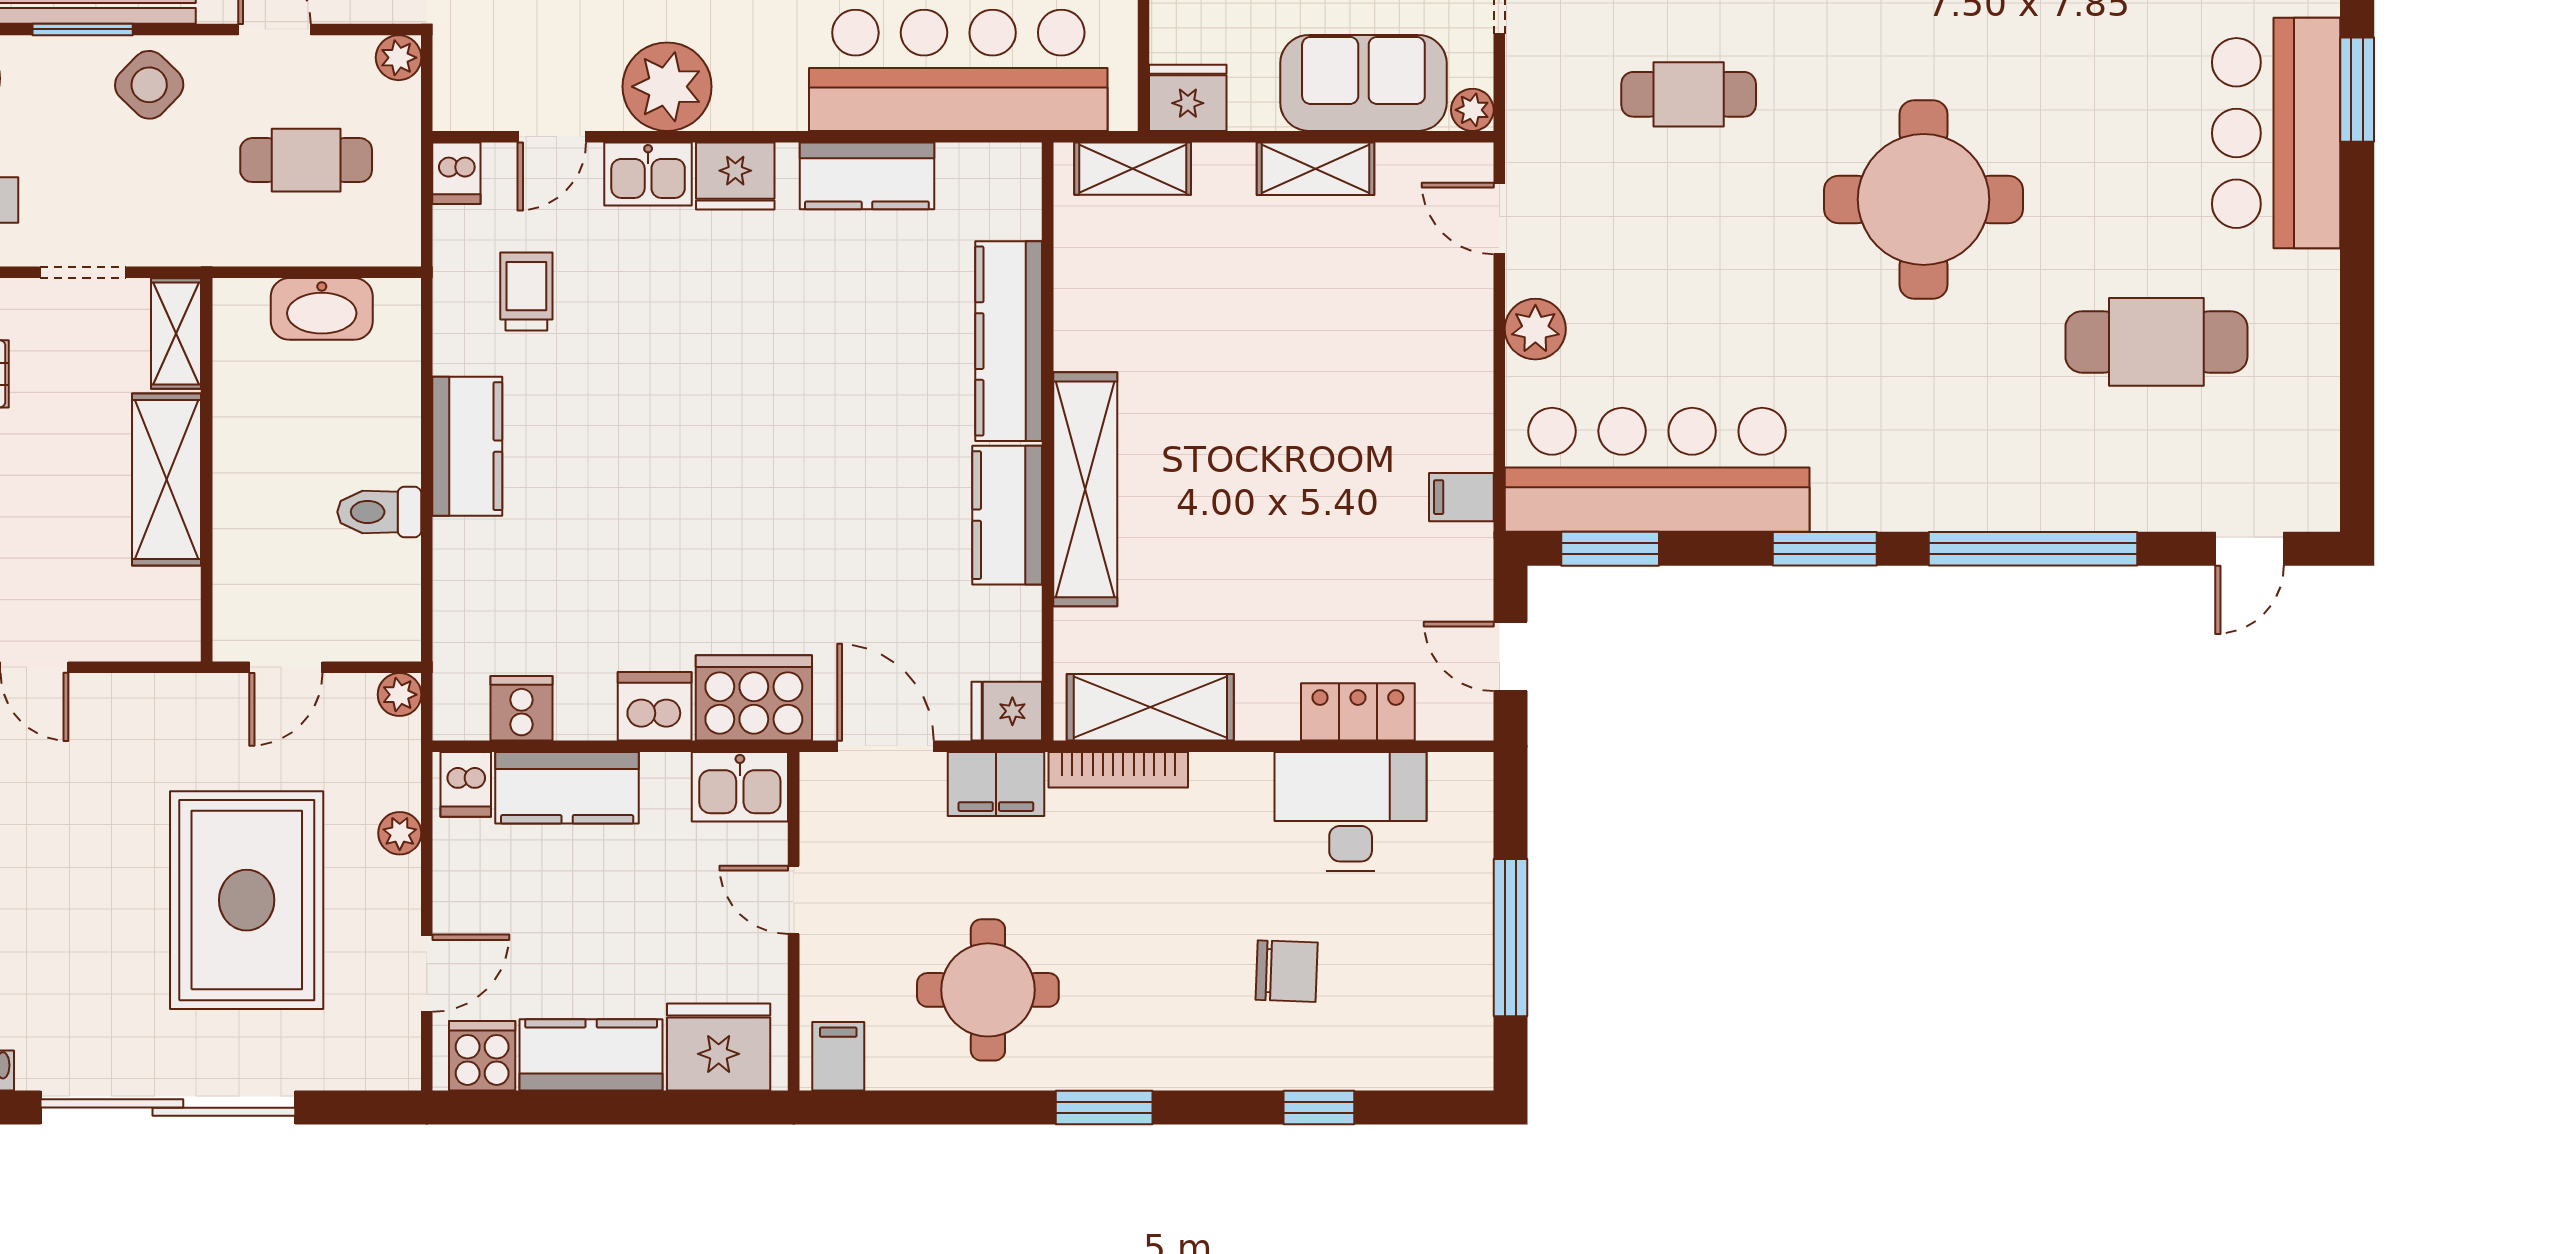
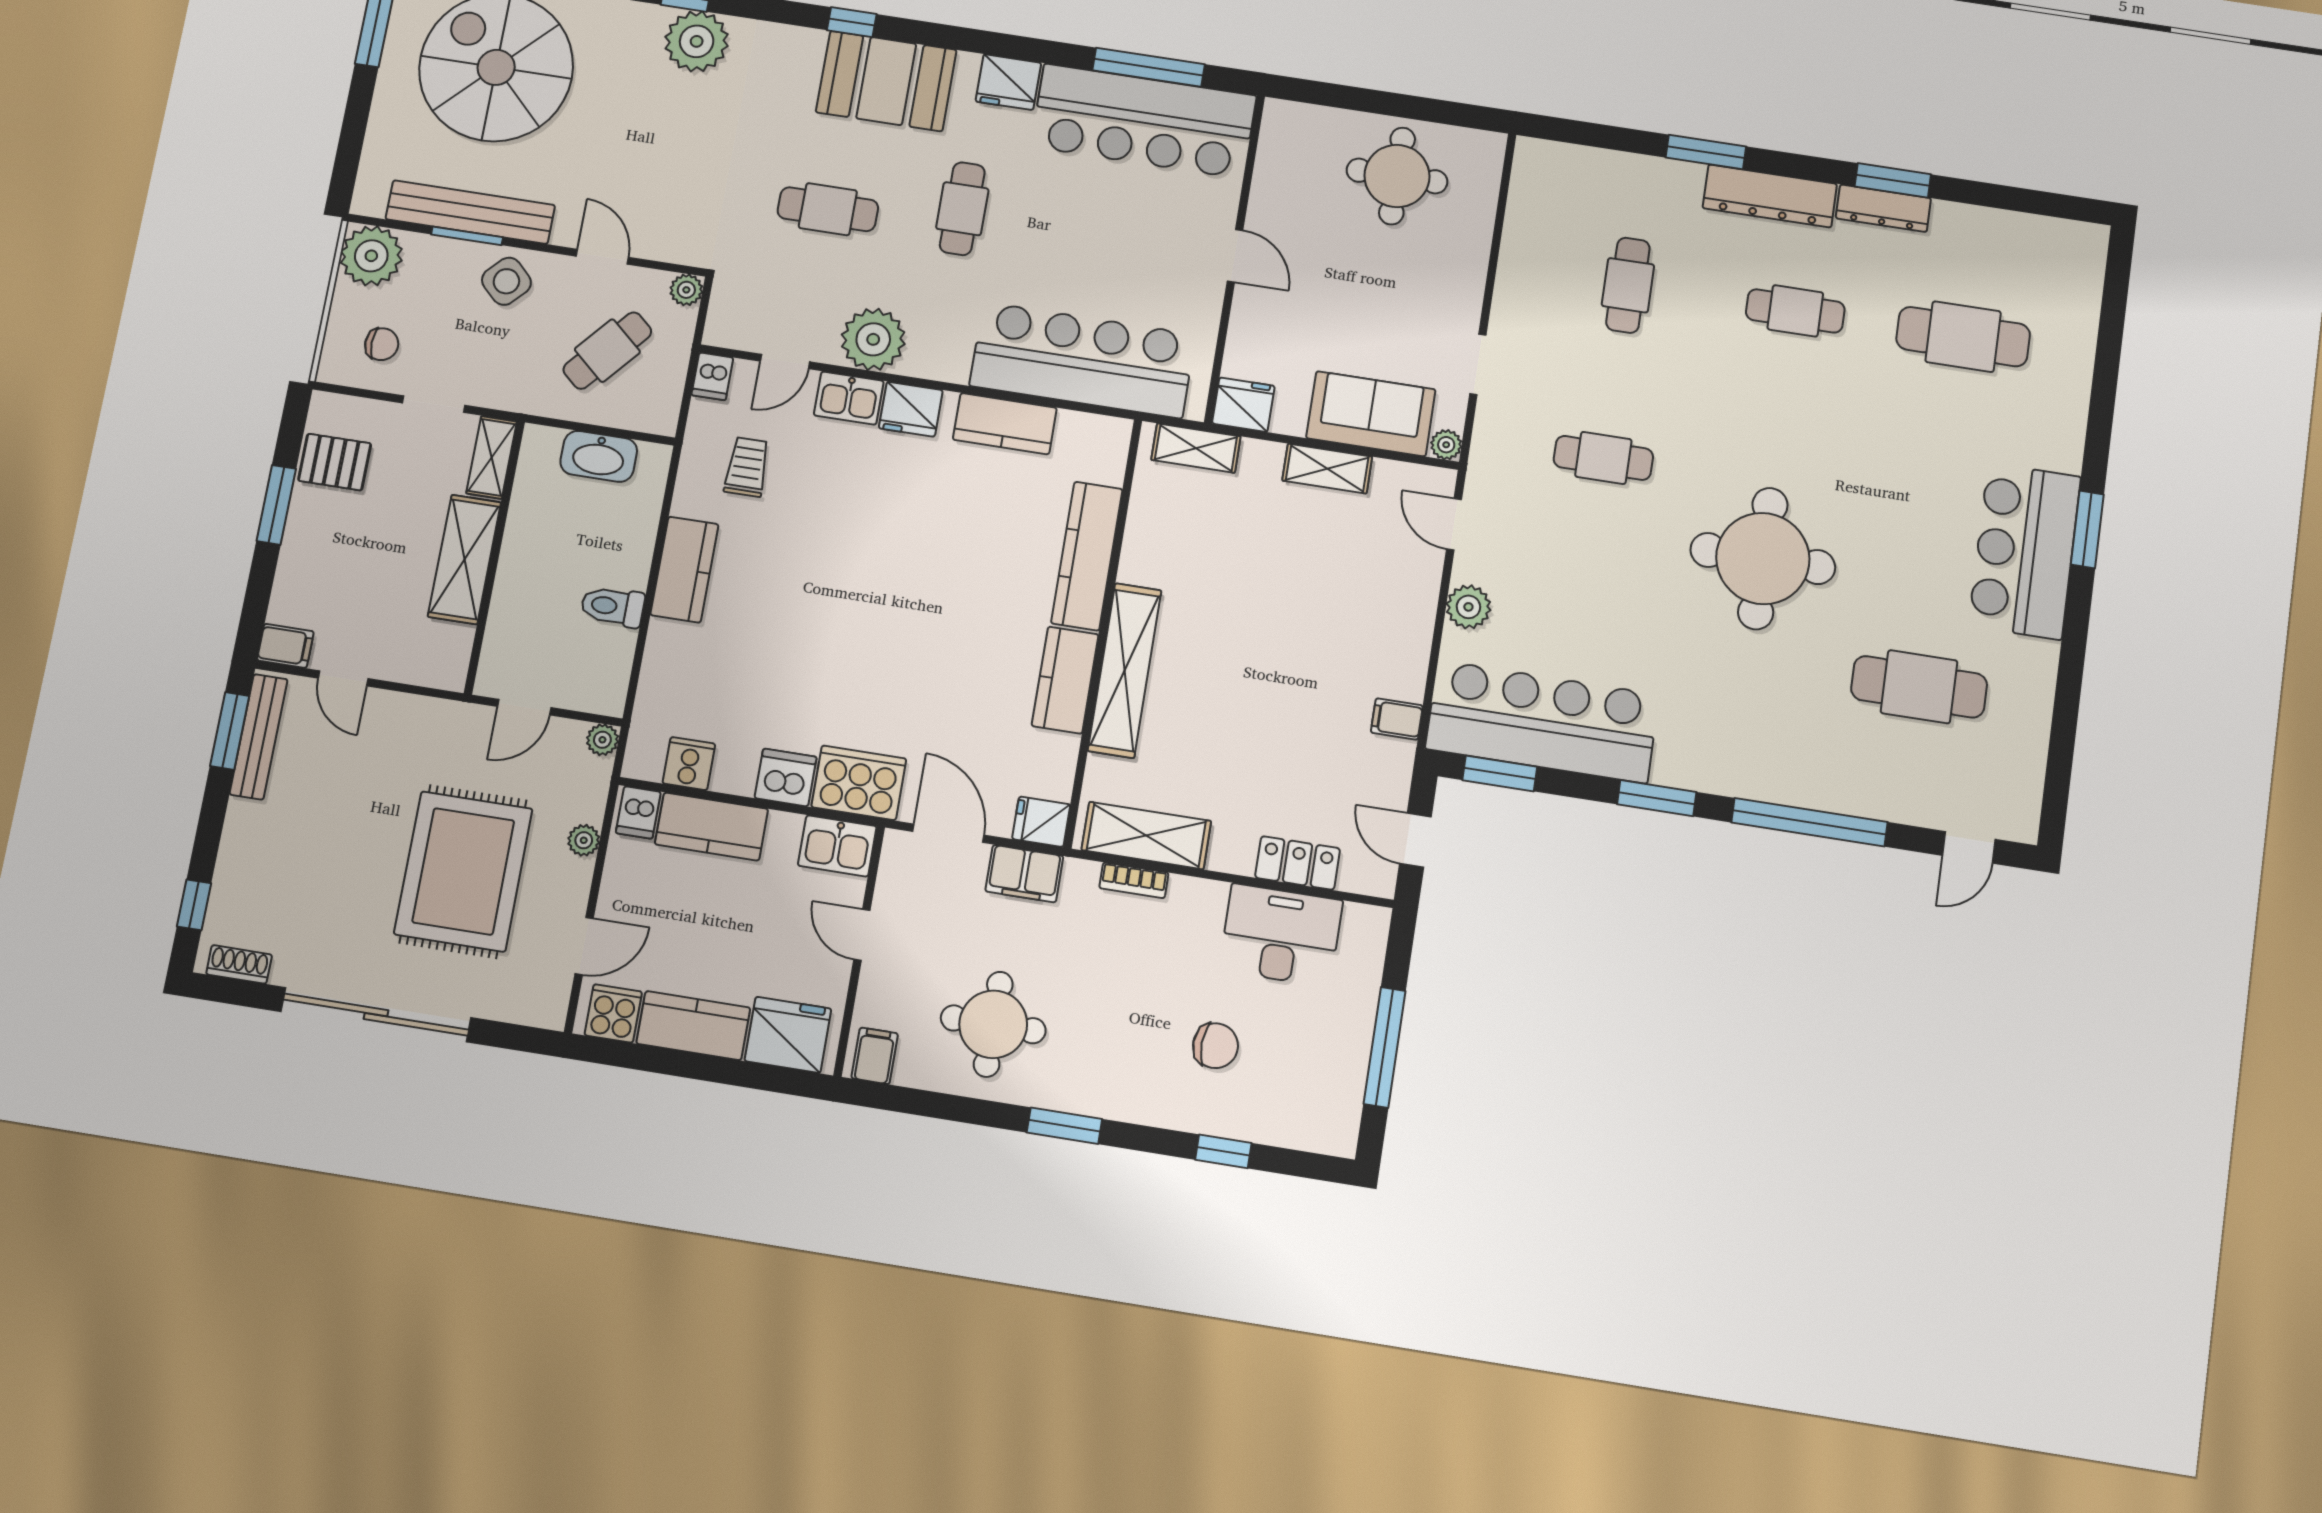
cafe table: (306, 160) -> (607, 351), turned -49
bookcase: (1118, 770) -> (1134, 880), width x0.64

